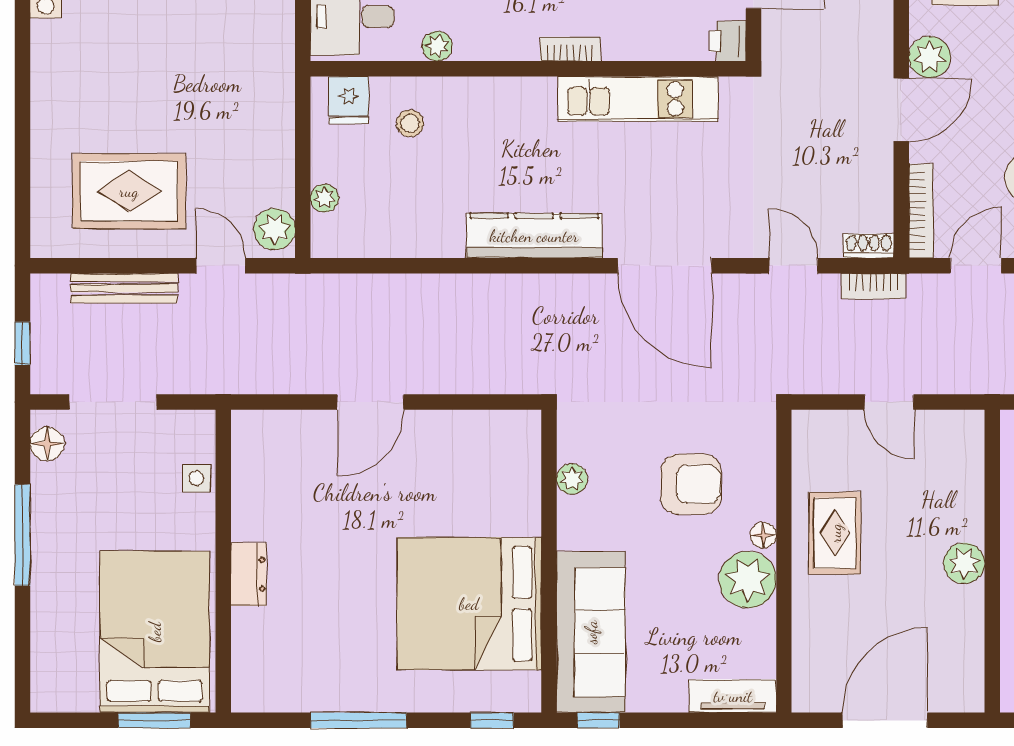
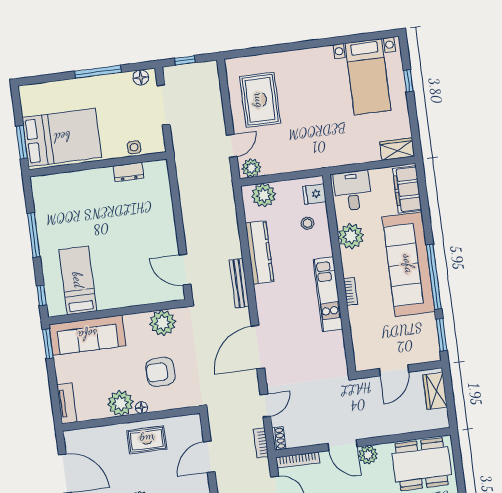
printer: (728, 41) -> (363, 362), removed
plant: (437, 46) -> (351, 236), width x1.87, depth x1.87
kitchen unit: (638, 99) -> (328, 294), moved
plant: (325, 198) -> (264, 195), width x1.87, depth x1.87
kitchen counter: (534, 236) -> (259, 252), moved
bench: (124, 288) -> (239, 283), moved
door: (370, 402) -> (185, 270), moved
door: (889, 402) -> (209, 457), width x1.38
plant: (572, 479) -> (163, 323), width x1.88, depth x1.88
armchair: (691, 484) -> (160, 372), turned 88
dresser: (249, 574) -> (128, 172), moved
bed: (469, 604) -> (78, 280), width x0.49
window: (598, 720) -> (48, 344), width x1.50

